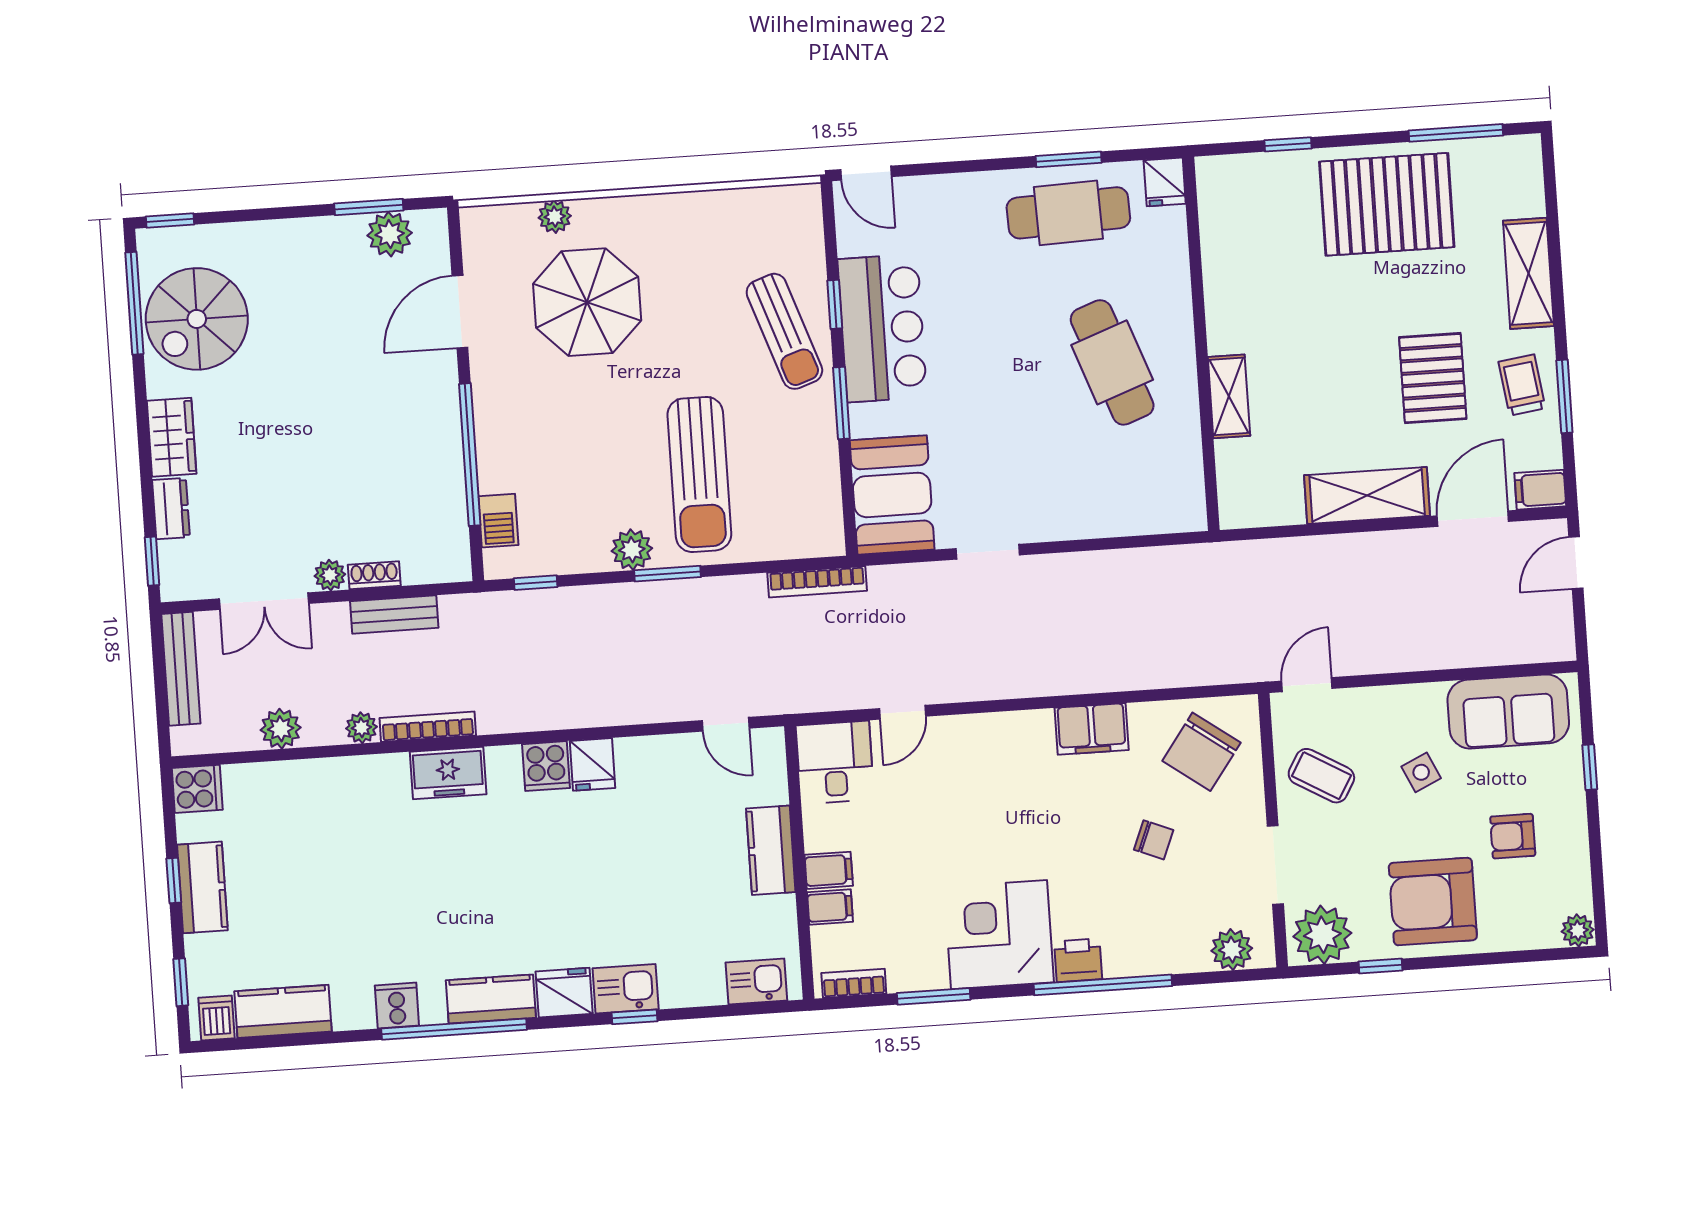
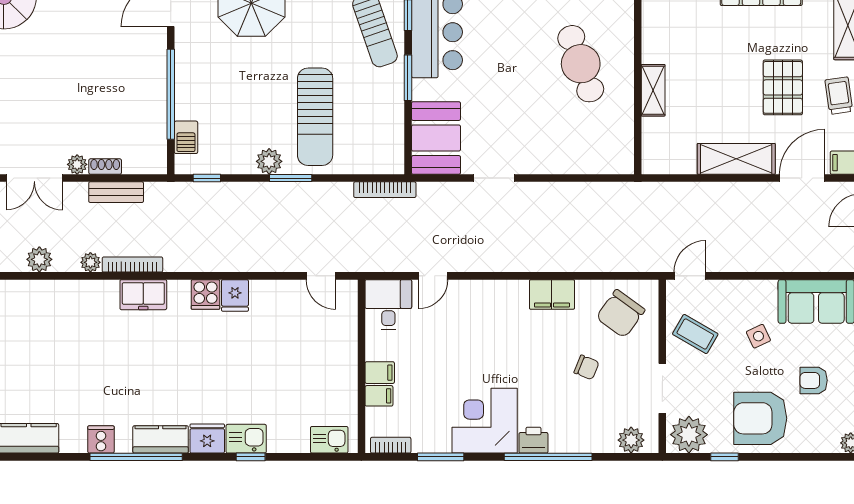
kitchen counter: (771, 850) -> (344, 357), removed

